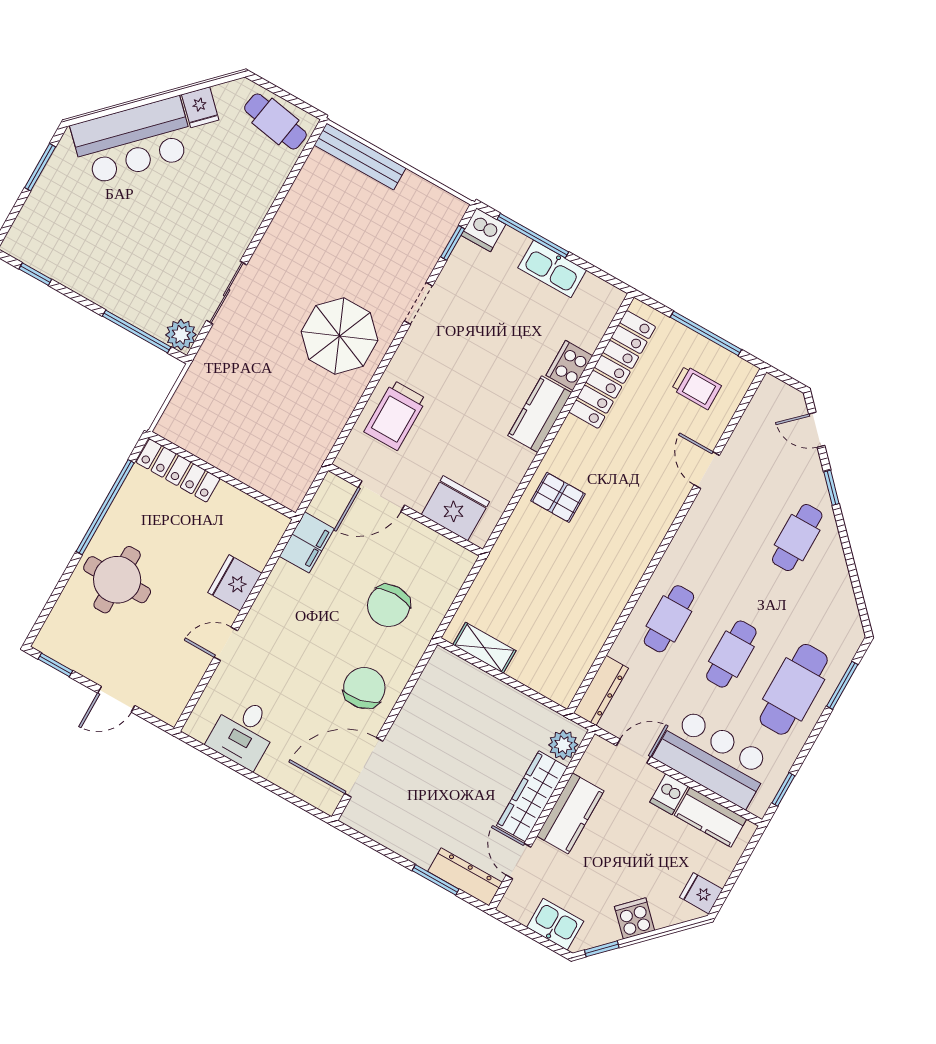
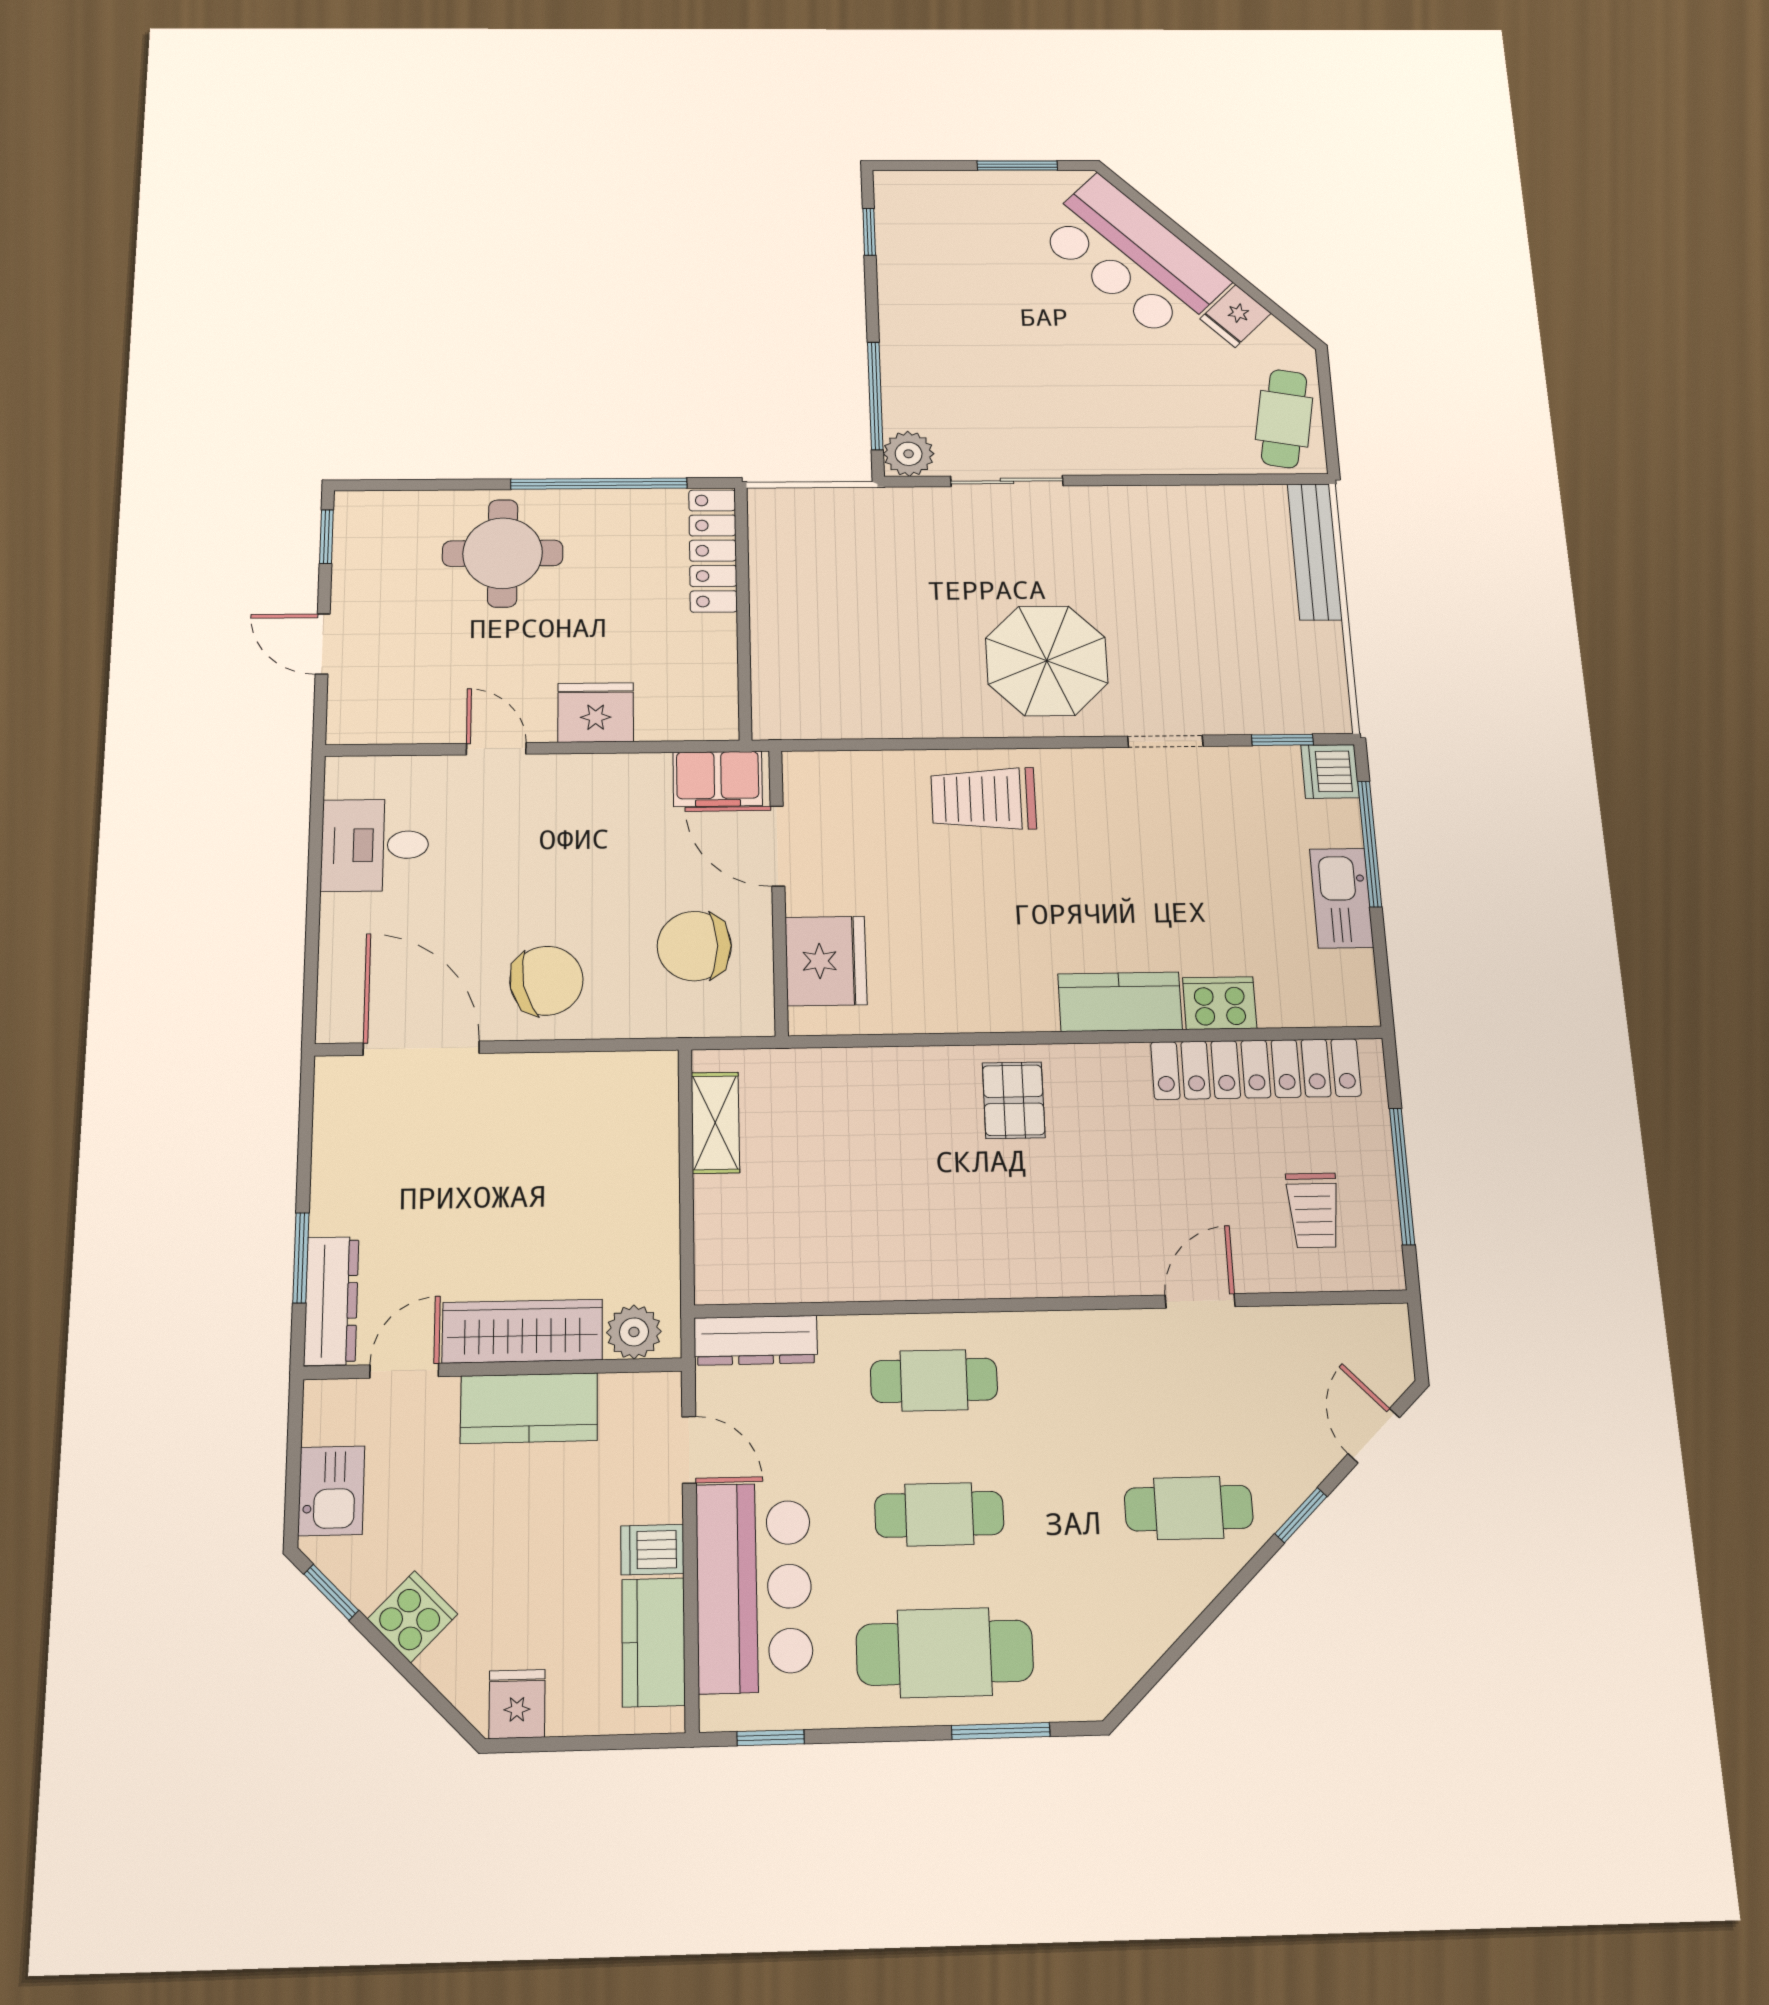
door: (381, 496) -> (777, 846), moved
fridge: (455, 508) -> (826, 961), moved
wall: (405, 510) -> (779, 891), moved

